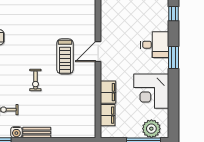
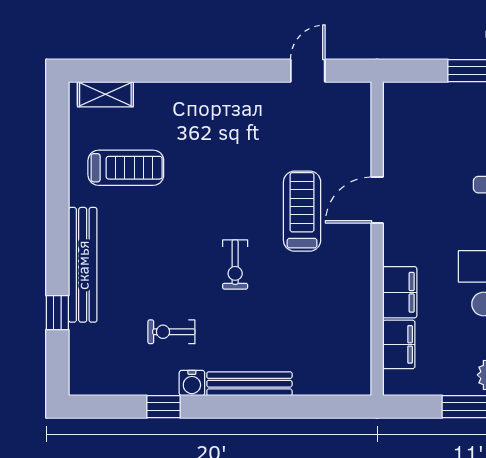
treadmill: (65, 56) -> (302, 211), turned 180
bench: (37, 132) -> (249, 384), width x1.36

